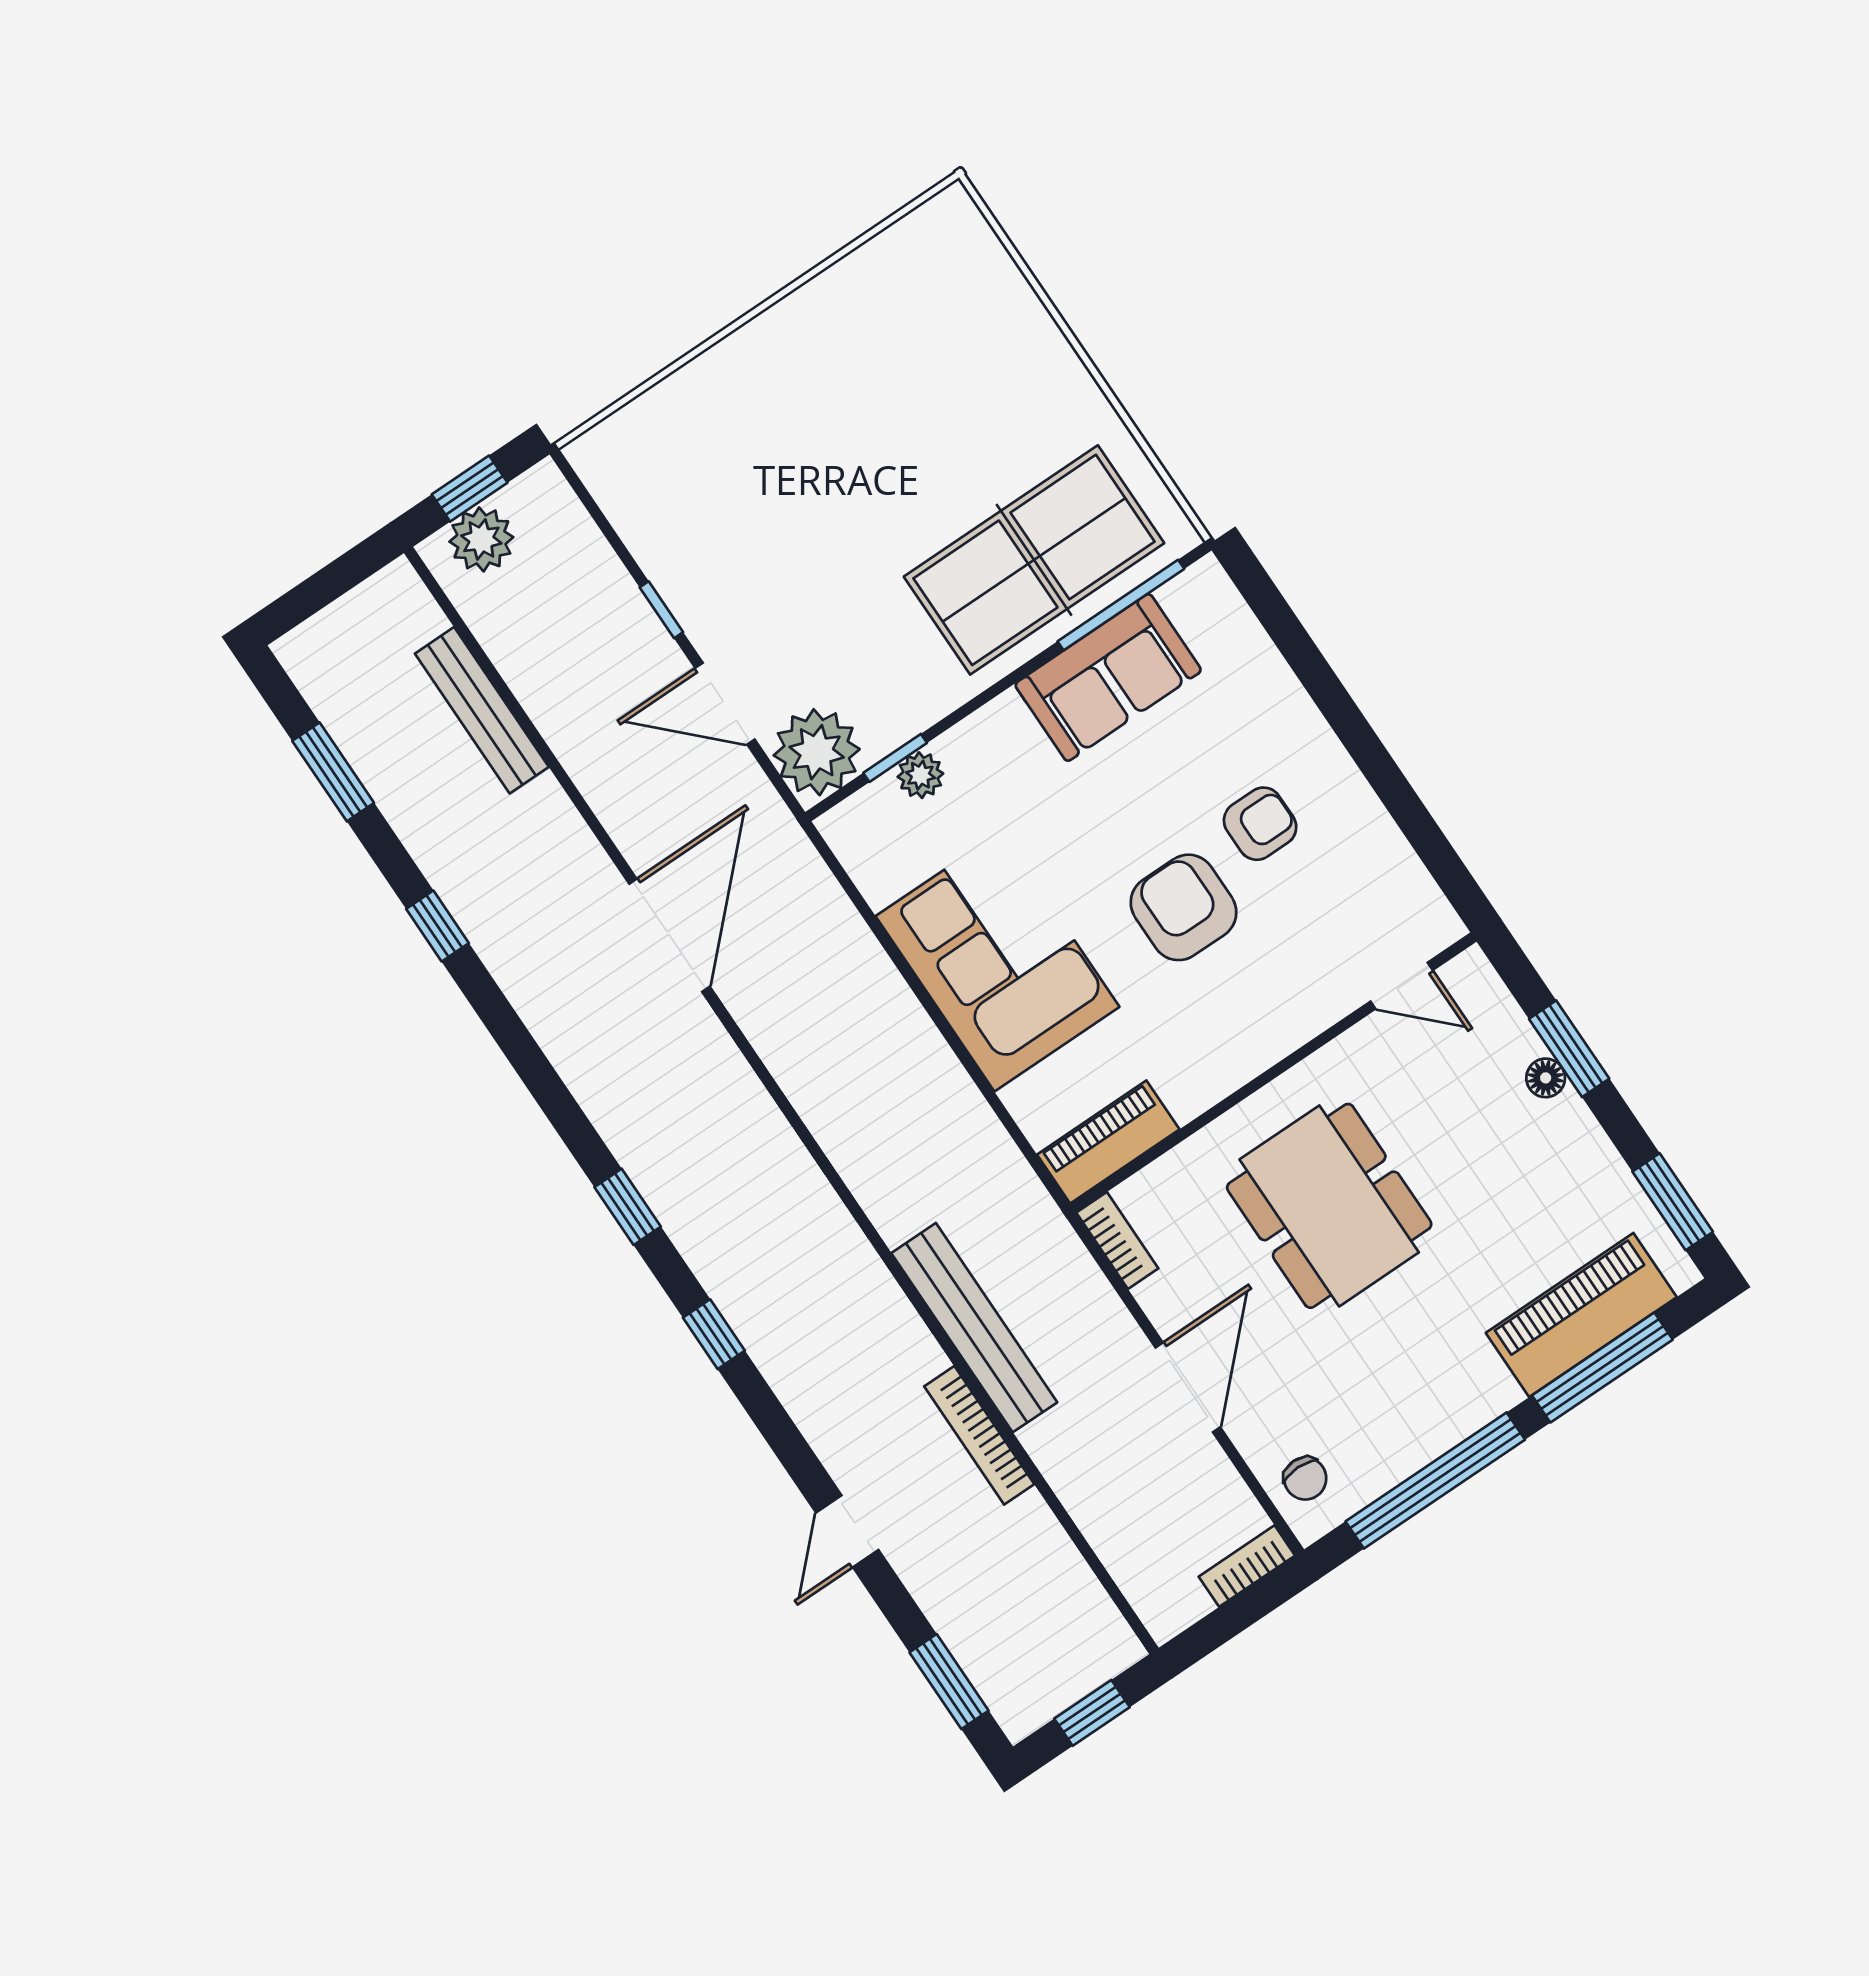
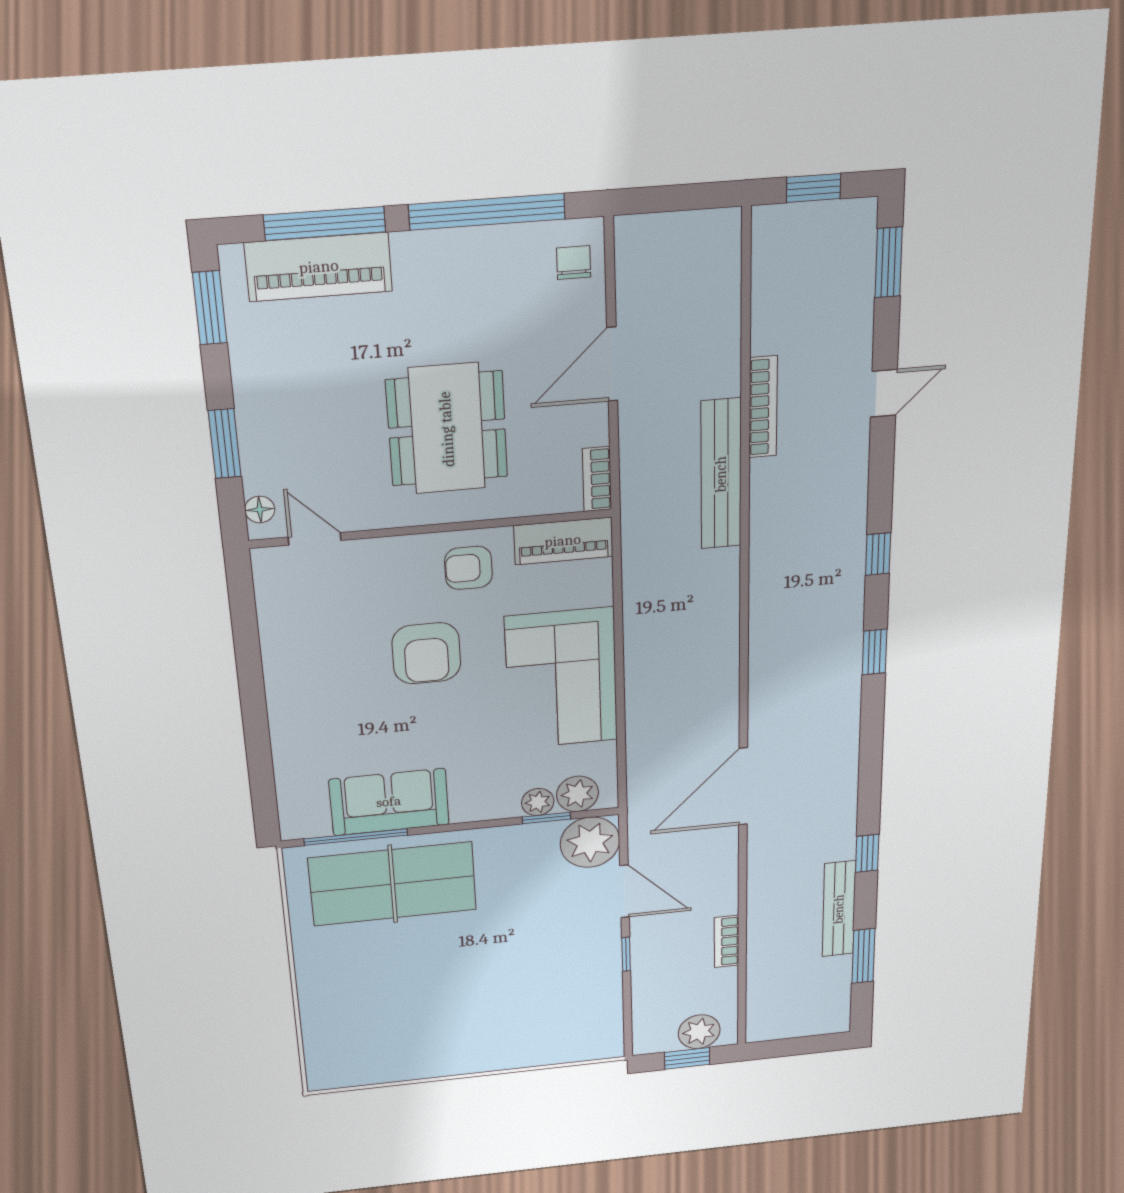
bench: (482, 710) -> (839, 909), moved
plant: (877, 813) -> (577, 794), added
armchair: (1260, 824) -> (468, 568), moved
floor lamp: (1546, 1078) -> (260, 509), moved
bookcase: (1247, 1566) -> (727, 941), moved, turned 90

